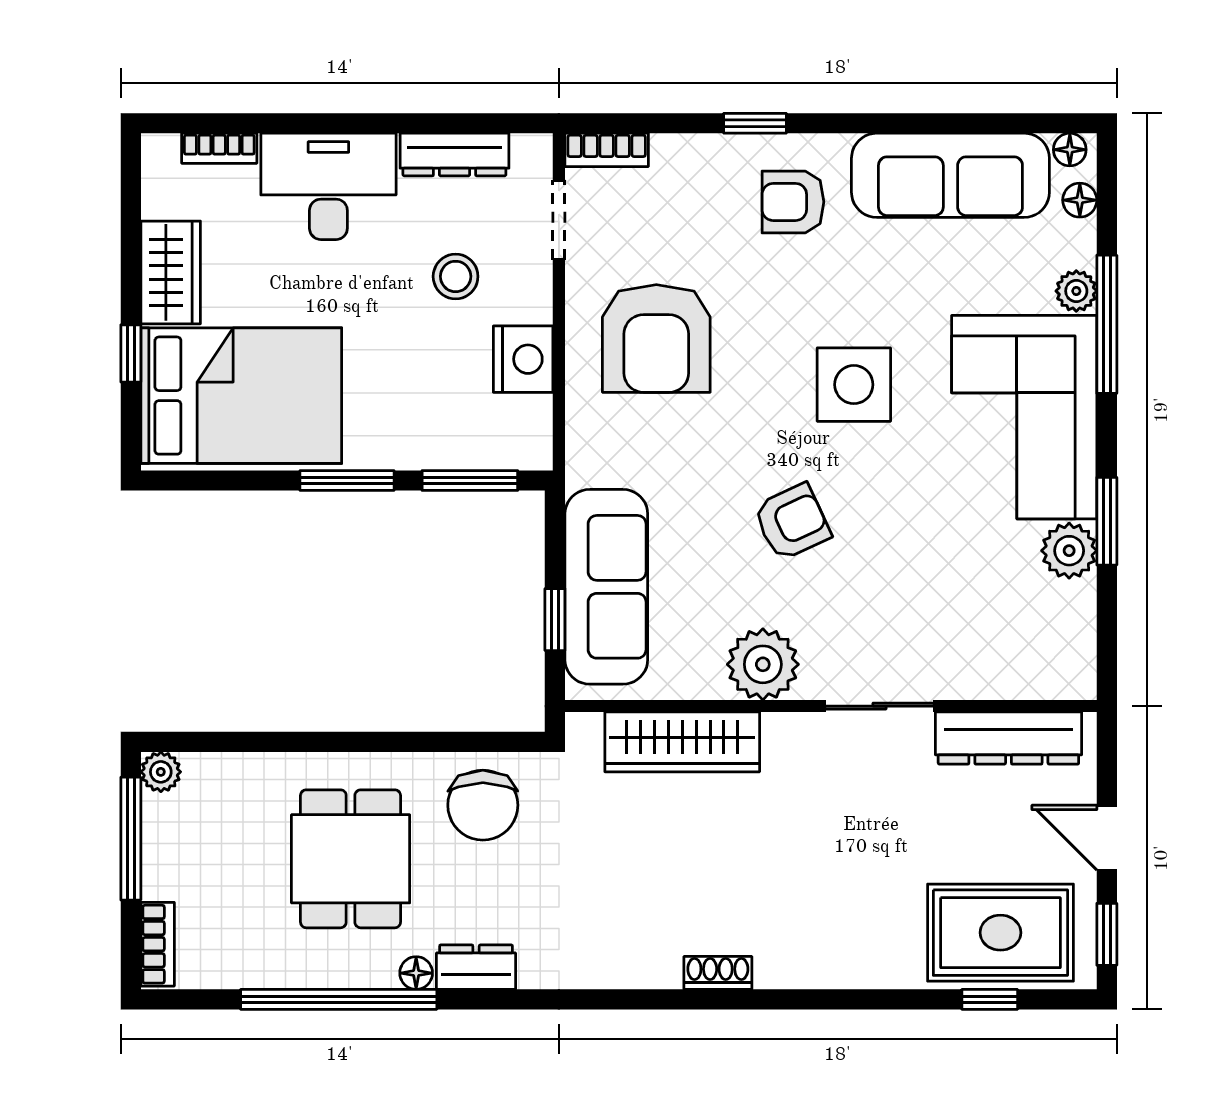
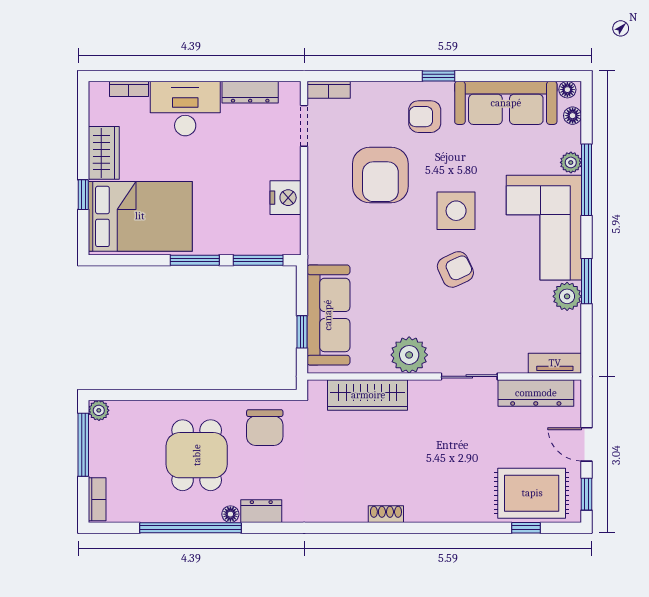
window: (755, 123) -> (438, 76), moved
stool: (456, 276) -> (251, 155), removed
armchair: (656, 338) -> (380, 175), moved
armchair: (792, 522) -> (455, 269), moved
tv unit: (1045, 680) -> (555, 363), added

